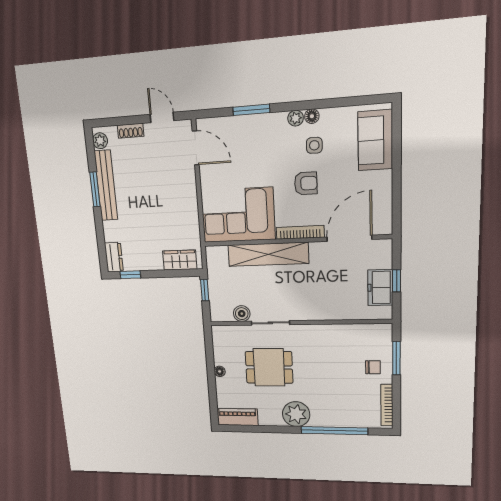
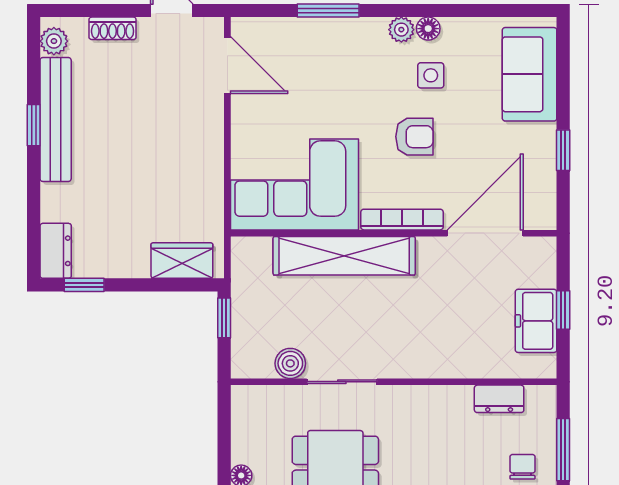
window: (397, 186) -> (563, 150), added
window: (95, 189) -> (34, 125), width x0.67
dresser: (359, 331) -> (499, 399), added
chair: (373, 367) -> (522, 467), turned -90

